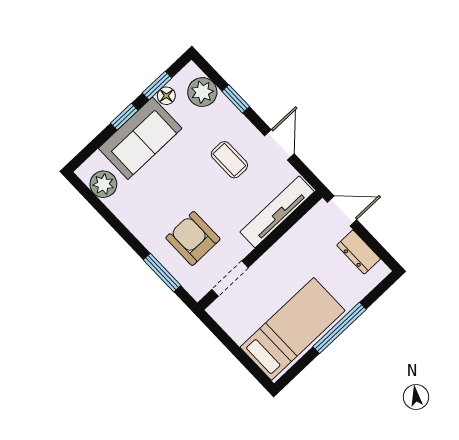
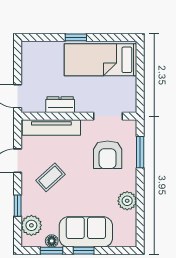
coffee table: (229, 160) -> (51, 177), turned 48
plant: (103, 184) -> (127, 201), moved
dresser: (359, 252) -> (60, 105), moved, turned -90
window: (340, 328) -> (76, 37), width x0.46

